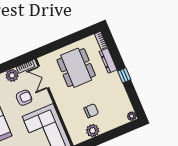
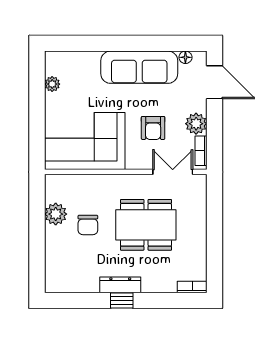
dresser: (108, 61) -> (120, 285), moved
dining table: (76, 68) -> (146, 225), moved
plant: (132, 116) -> (52, 285), removed

